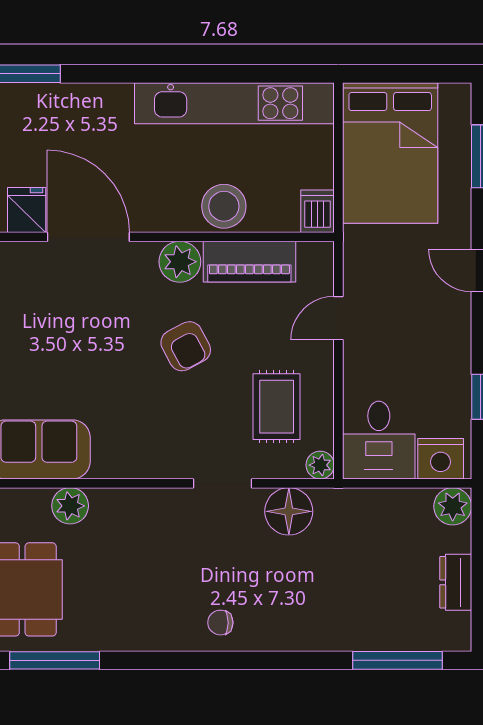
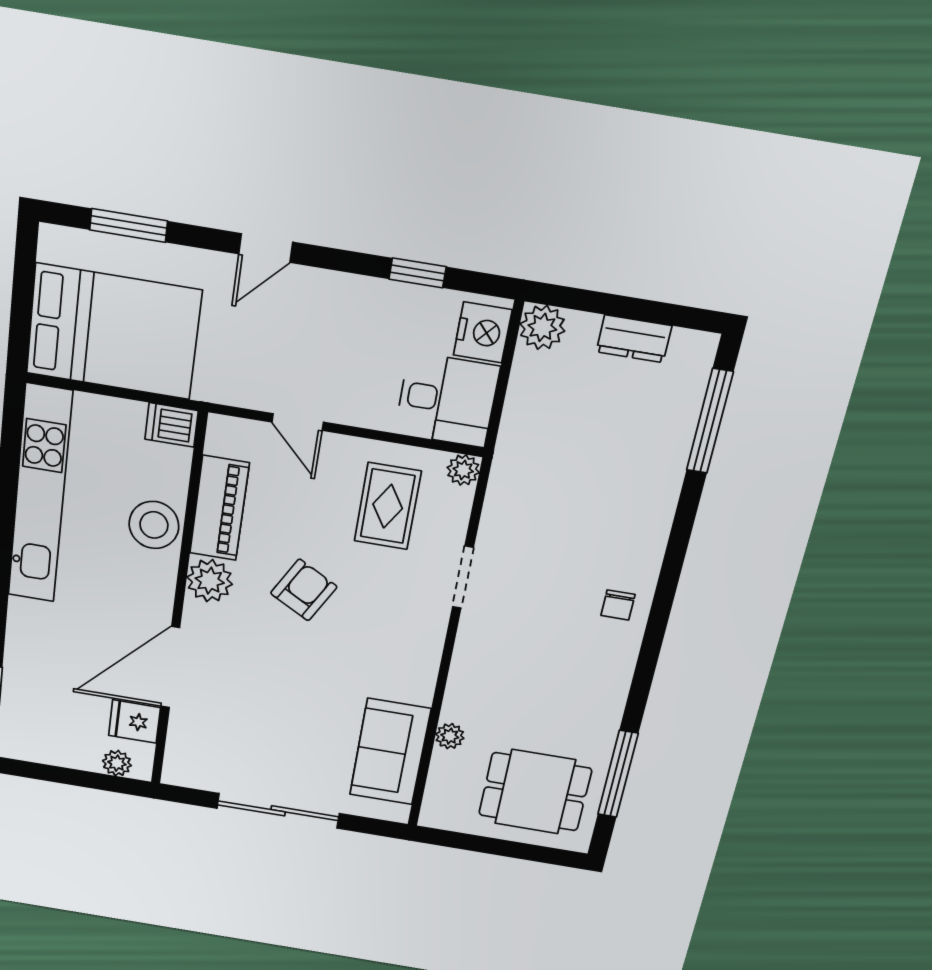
armchair: (186, 346) -> (304, 590), turned -33
rug: (277, 407) -> (388, 506), turned 90
plant: (70, 506) -> (450, 736), width x0.73, depth x0.73
floor lamp: (289, 511) -> (509, 513), removed

